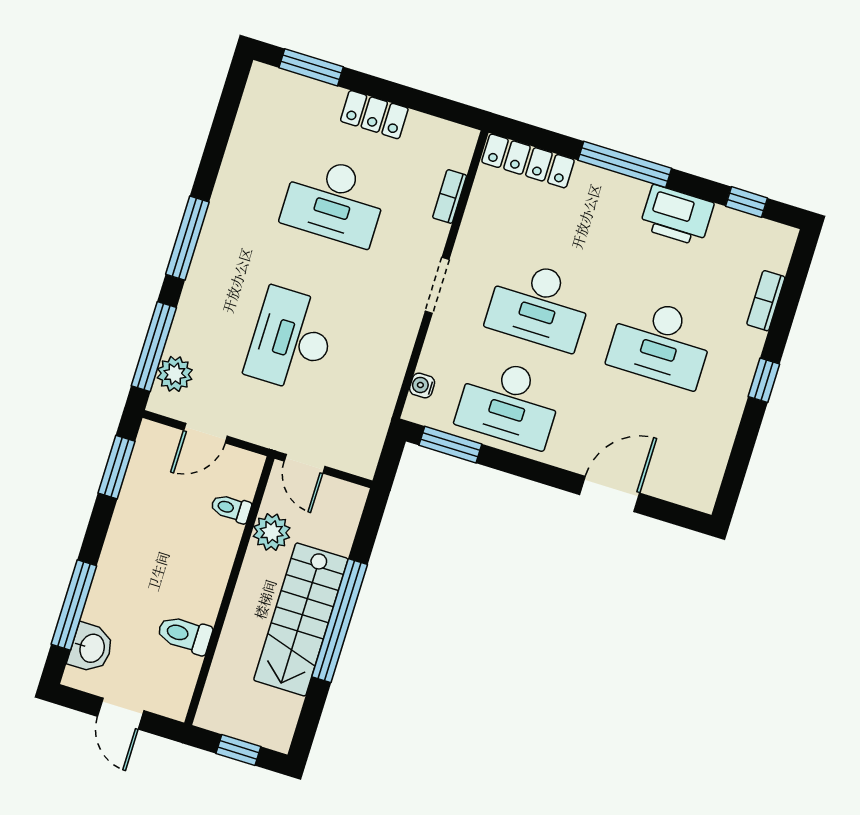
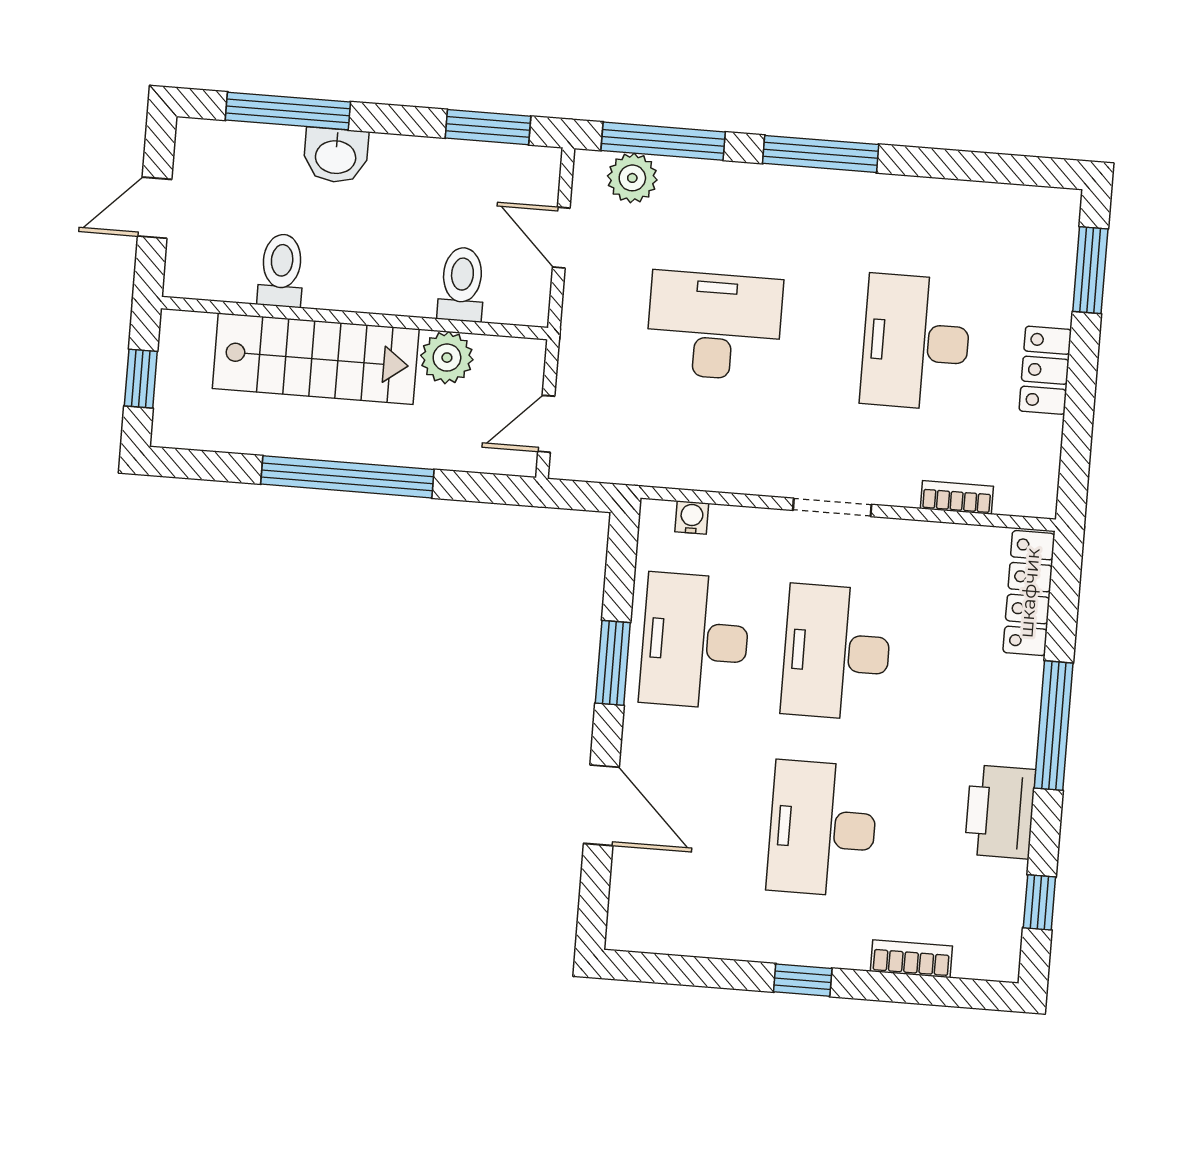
window: (450, 445) -> (613, 663), moved
door: (305, 464) -> (546, 424), moved
toilet: (231, 508) -> (462, 284), width x1.37, depth x1.39
stairs: (301, 619) -> (316, 359), moved, turned 180
washbasin: (91, 648) -> (336, 156), moved

